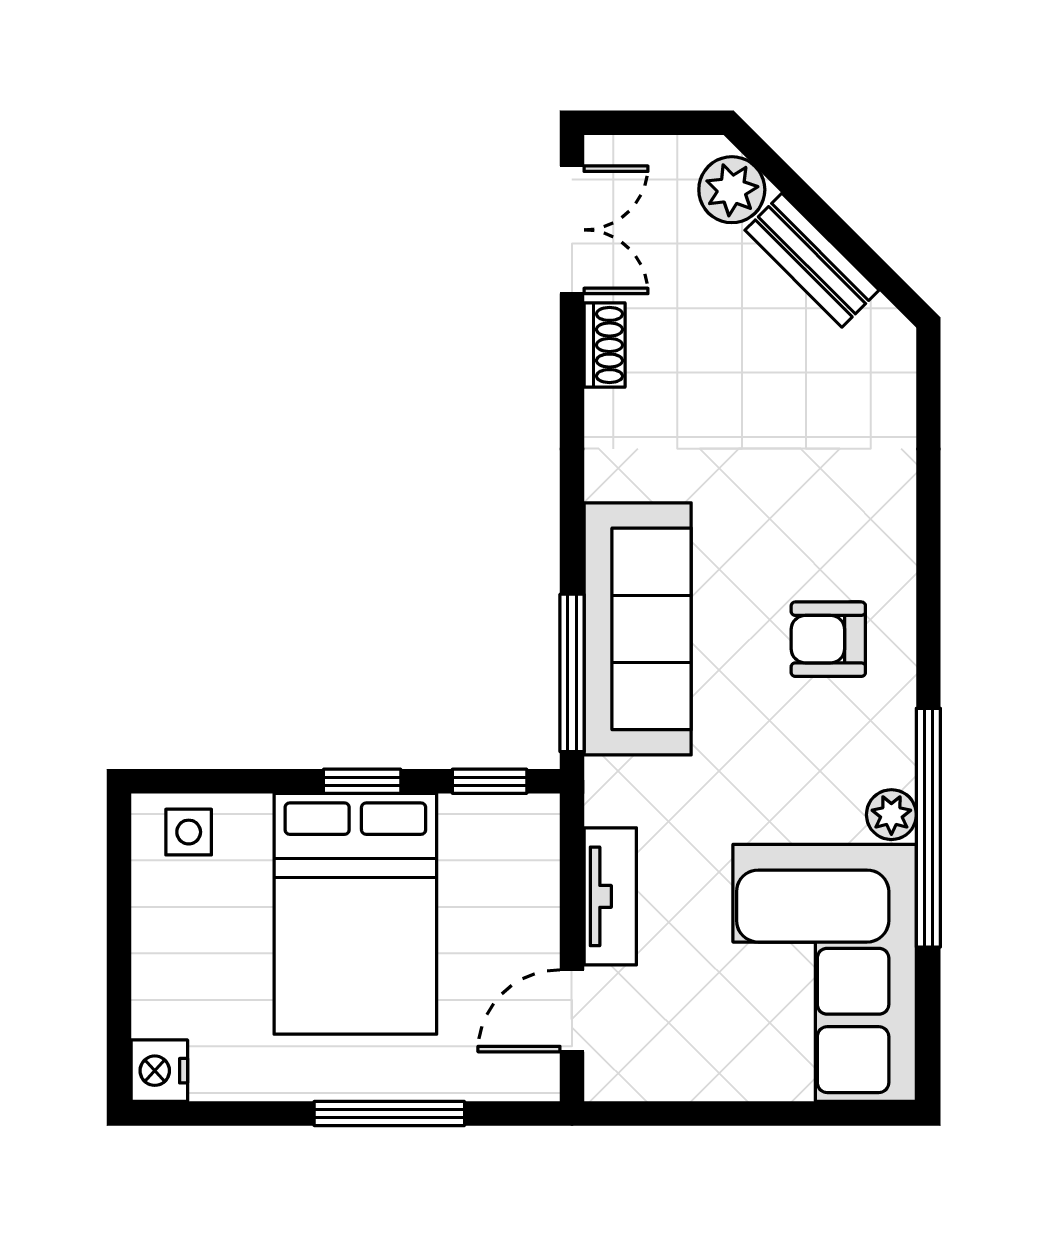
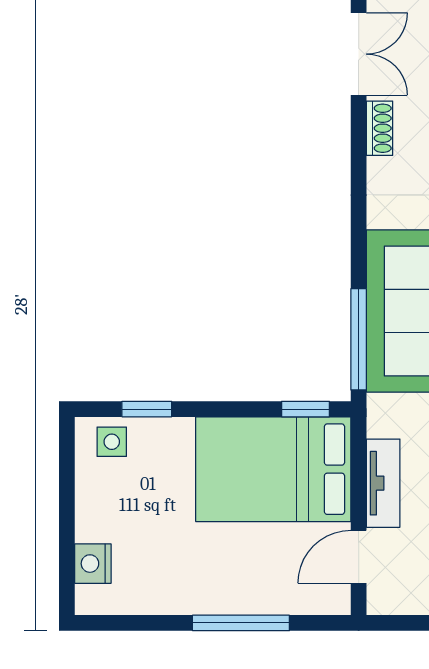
window: (362, 781) -> (147, 409), moved
bed: (355, 914) -> (273, 469), moved, turned 90
nightstand: (159, 1071) -> (93, 564), moved

